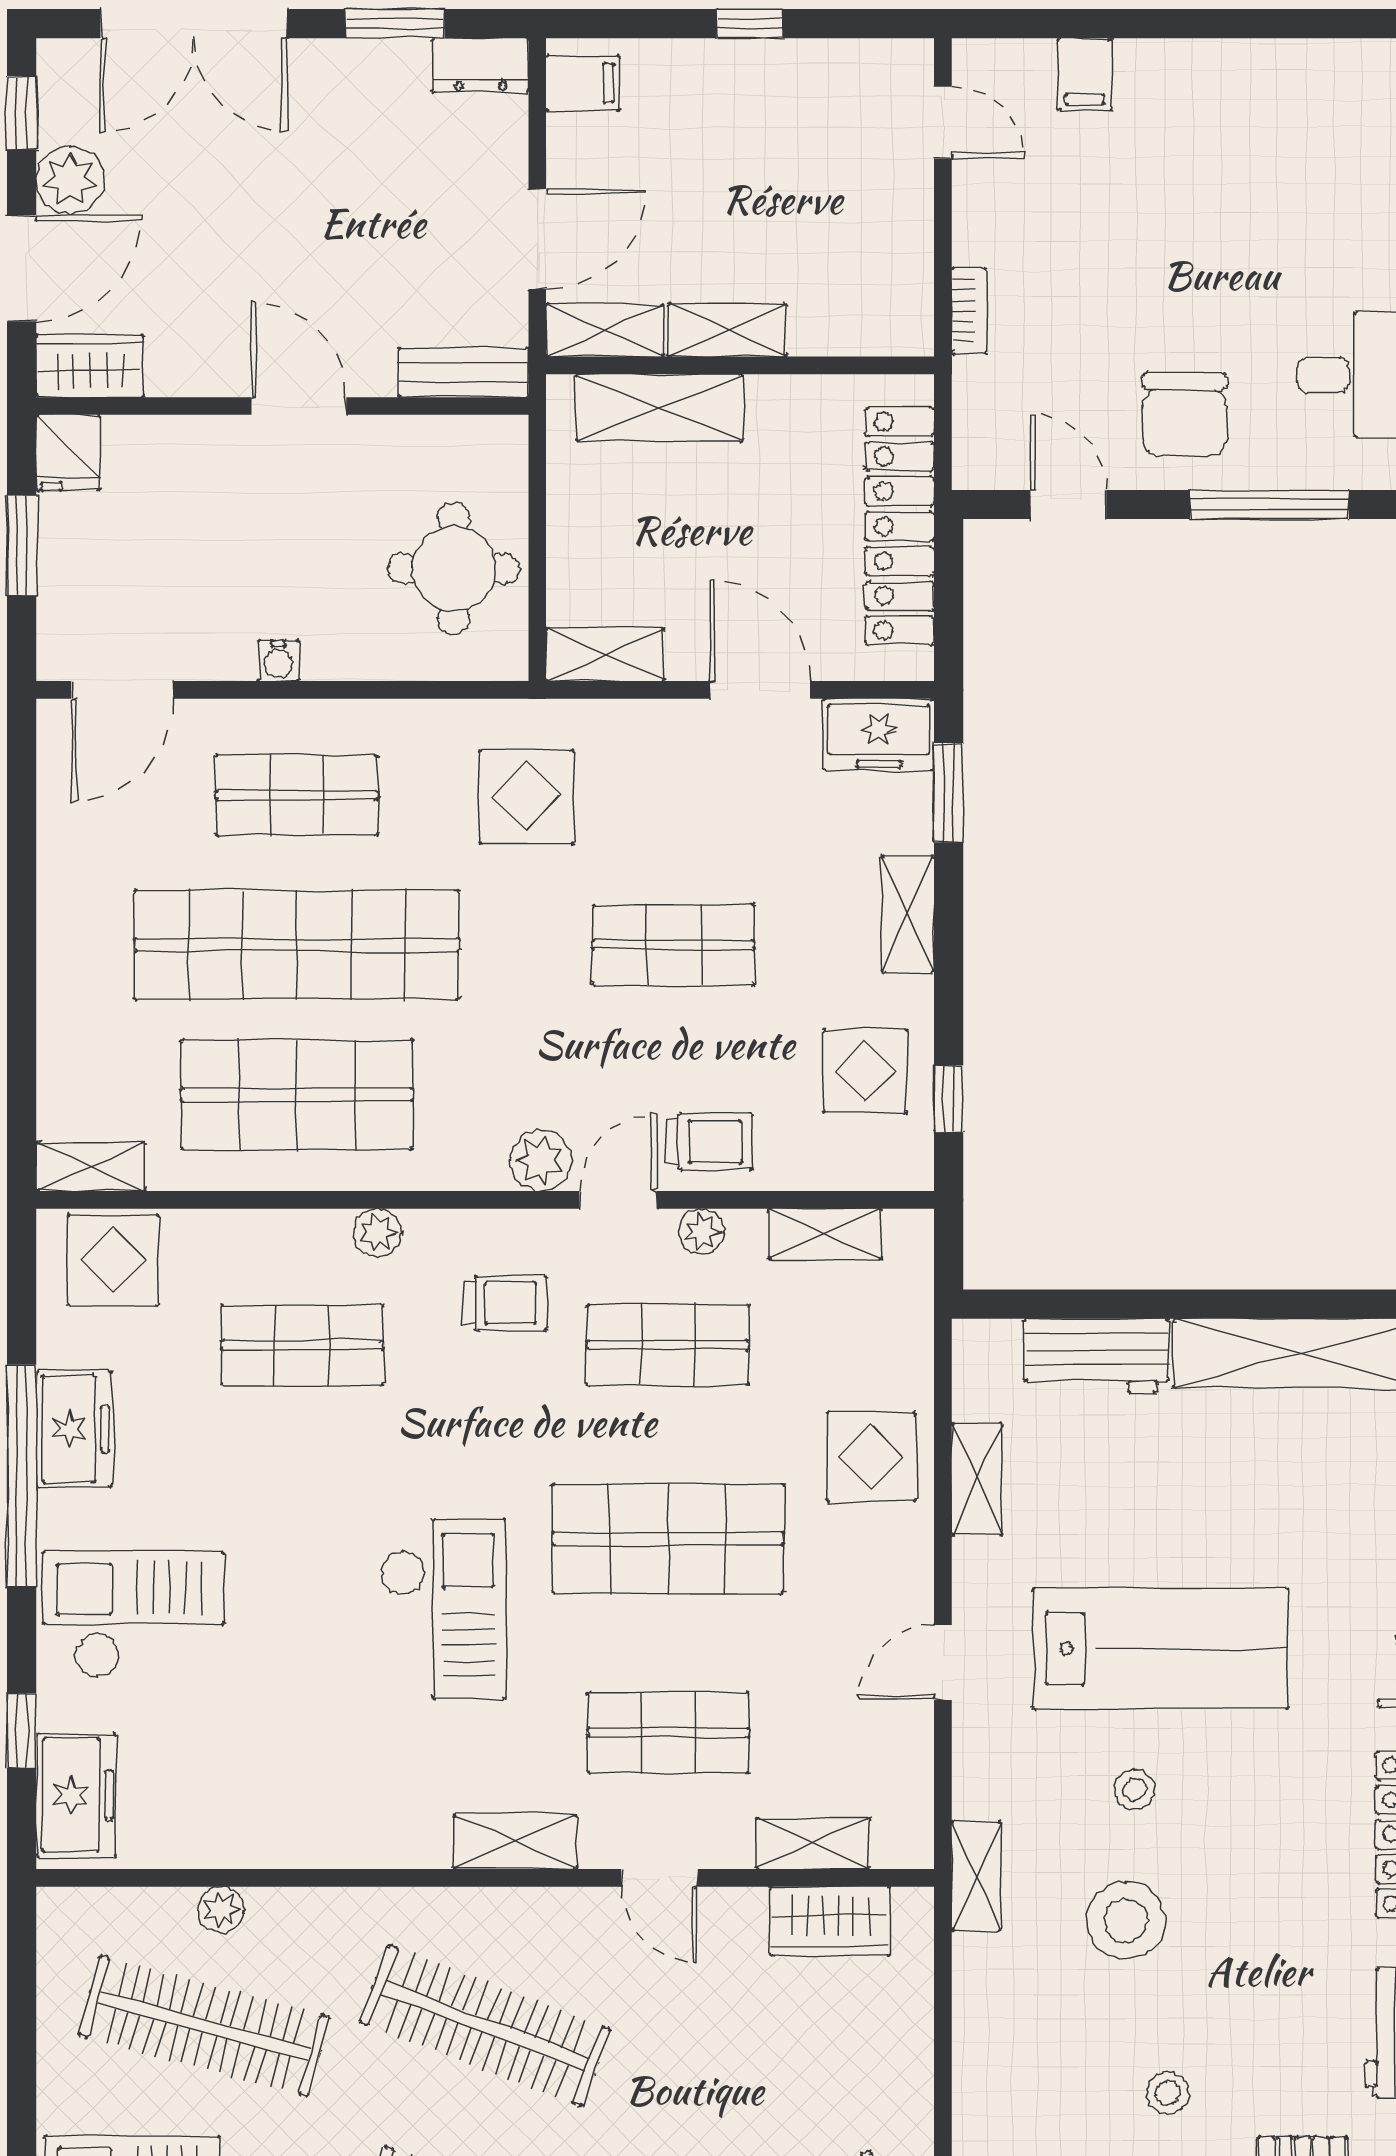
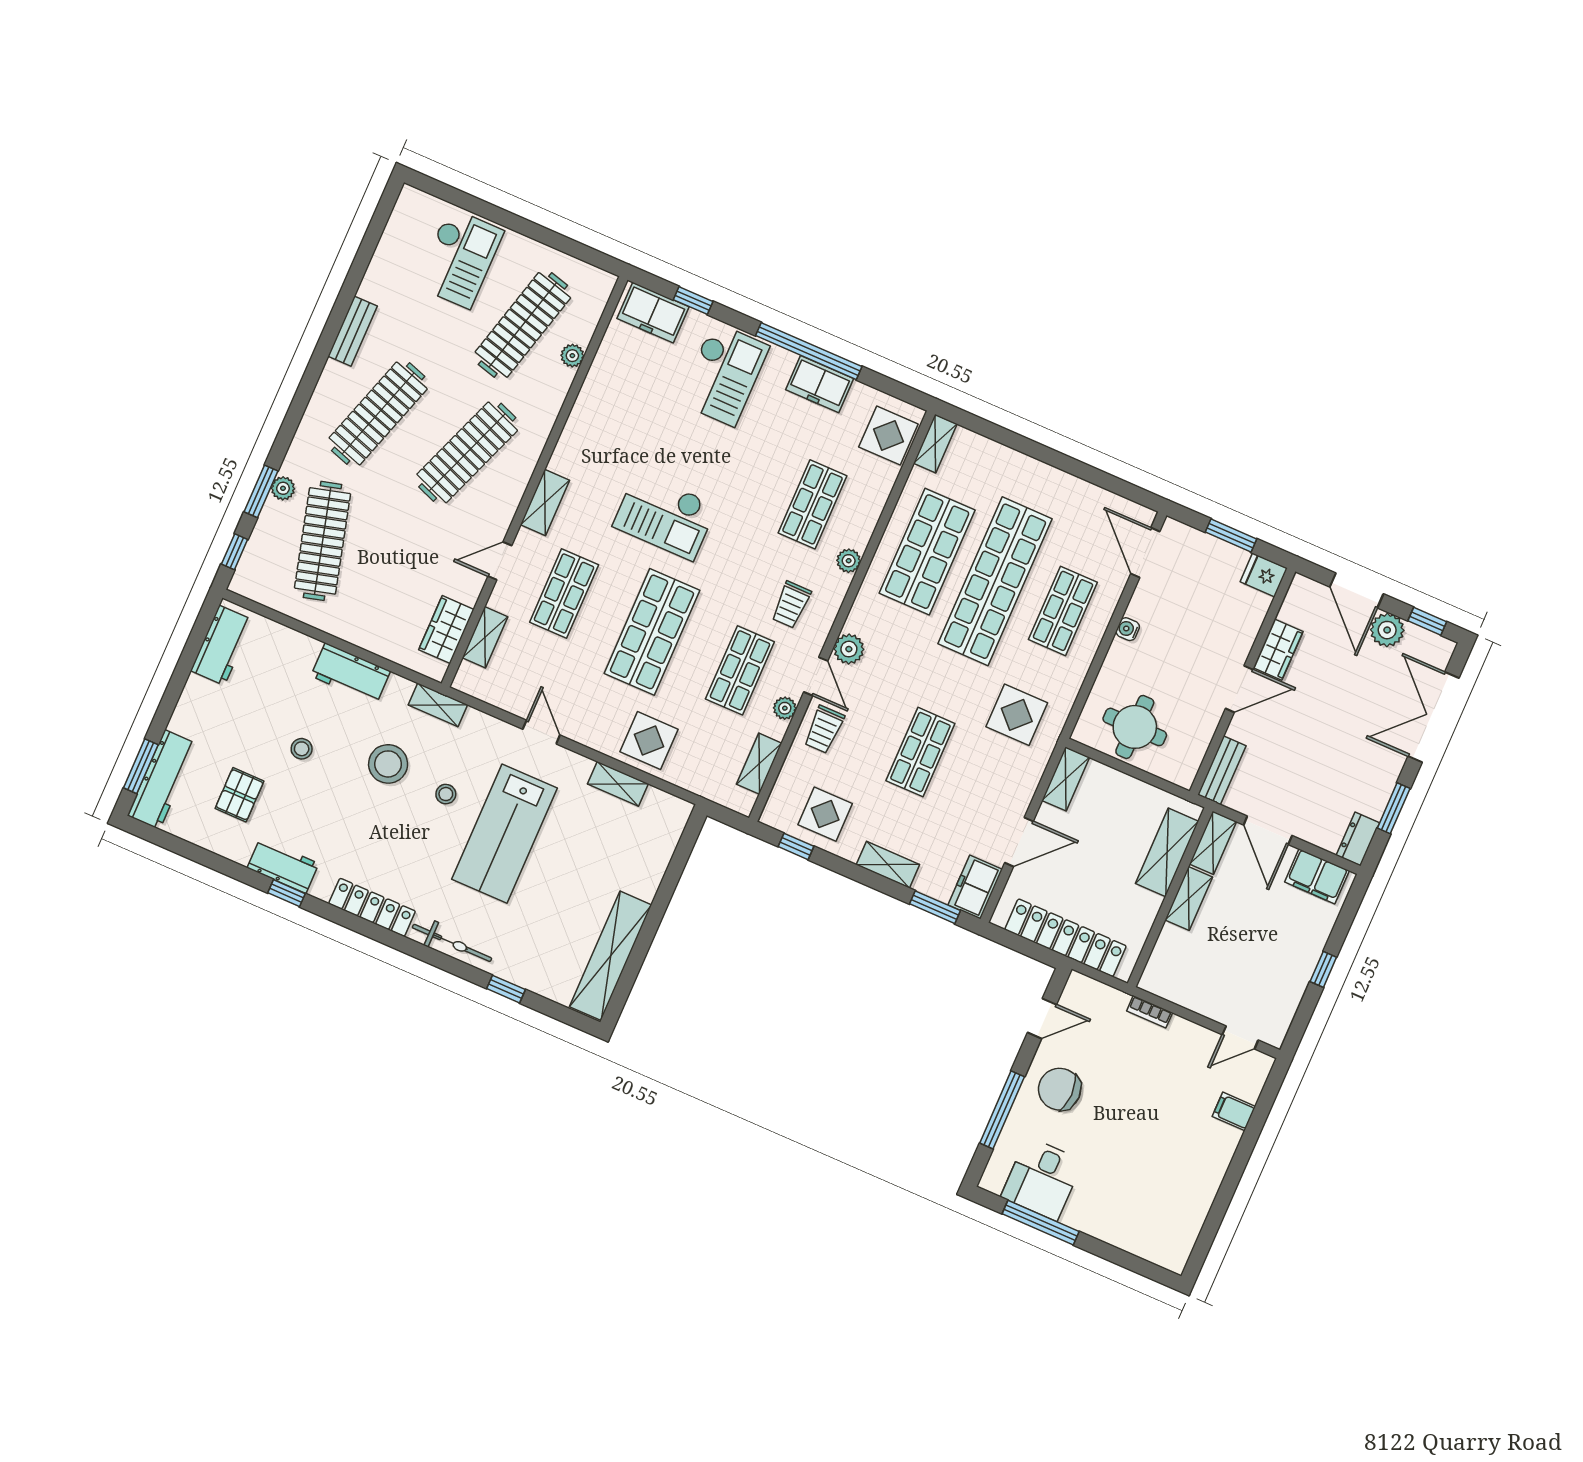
filing cabinet: (583, 83) -> (1317, 876), width x2.00
wardrobe: (90, 366) -> (1278, 650), moved
workbench: (1096, 1356) -> (351, 674), moved, turned -90

